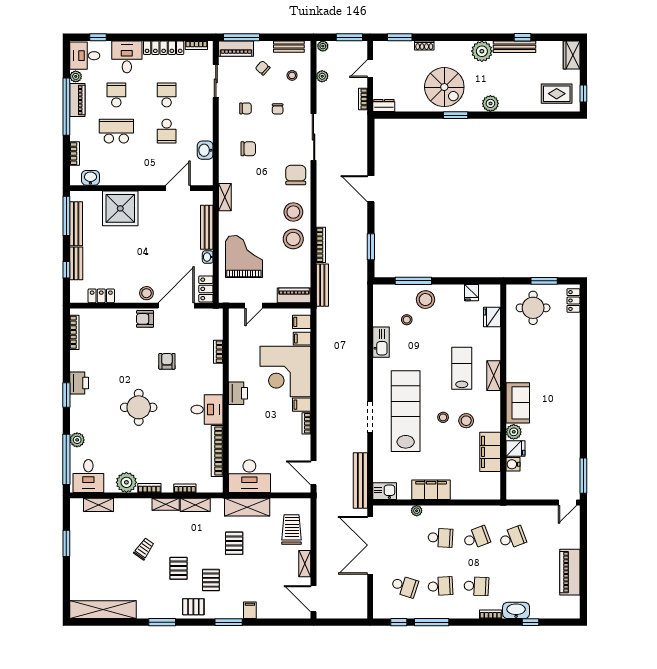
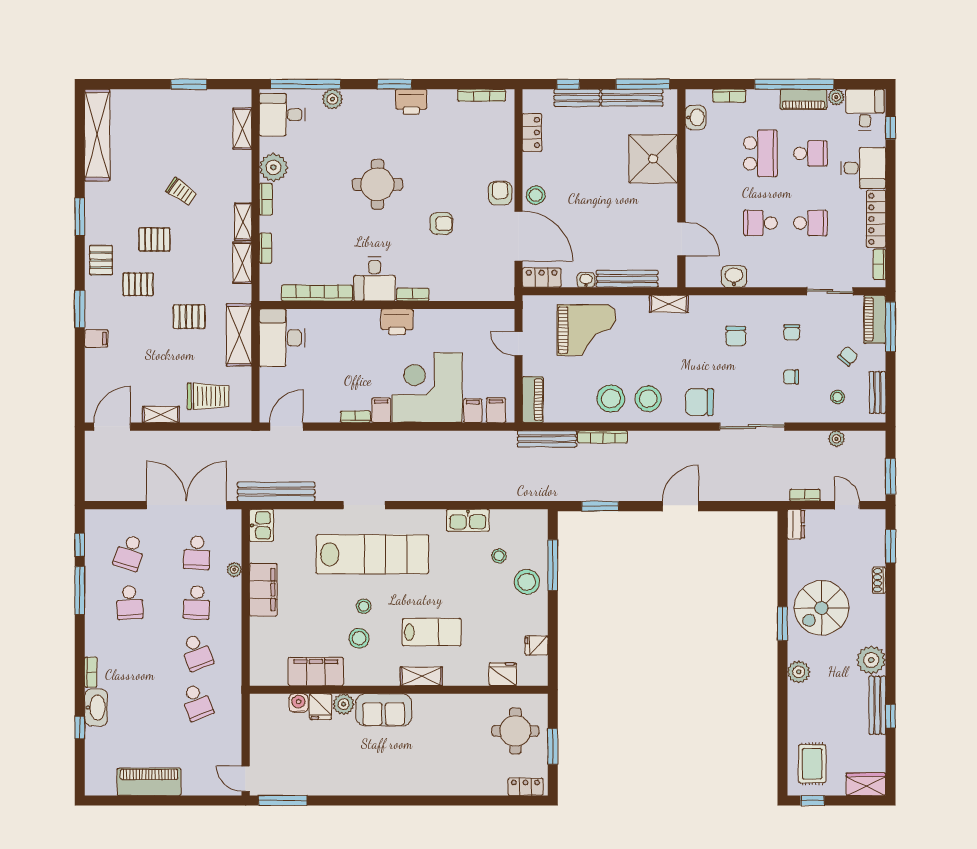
plant: (323, 46) -> (878, 440), removed
chair: (296, 175) -> (699, 402), turned 180
bookcase: (218, 352) -> (413, 295), moved
school desk: (476, 586) -> (197, 553), moved

